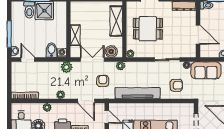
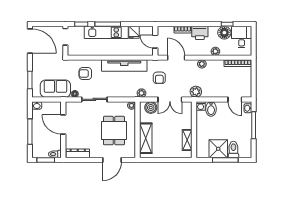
dining table: (148, 29) -> (114, 131), turned 90
shelving: (75, 35) -> (187, 140), moved

